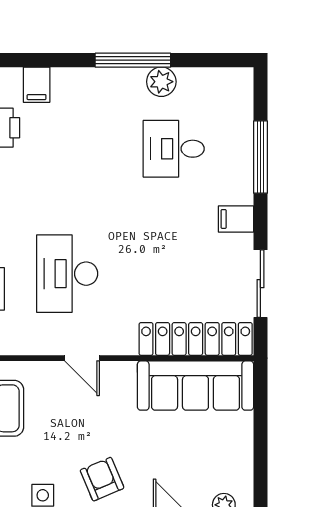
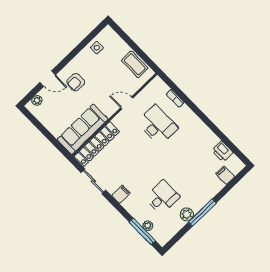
plant: (242, 125) -> (148, 226), added
window: (260, 157) -> (142, 231), moved
armchair: (102, 479) -> (76, 82), moved, turned 113

